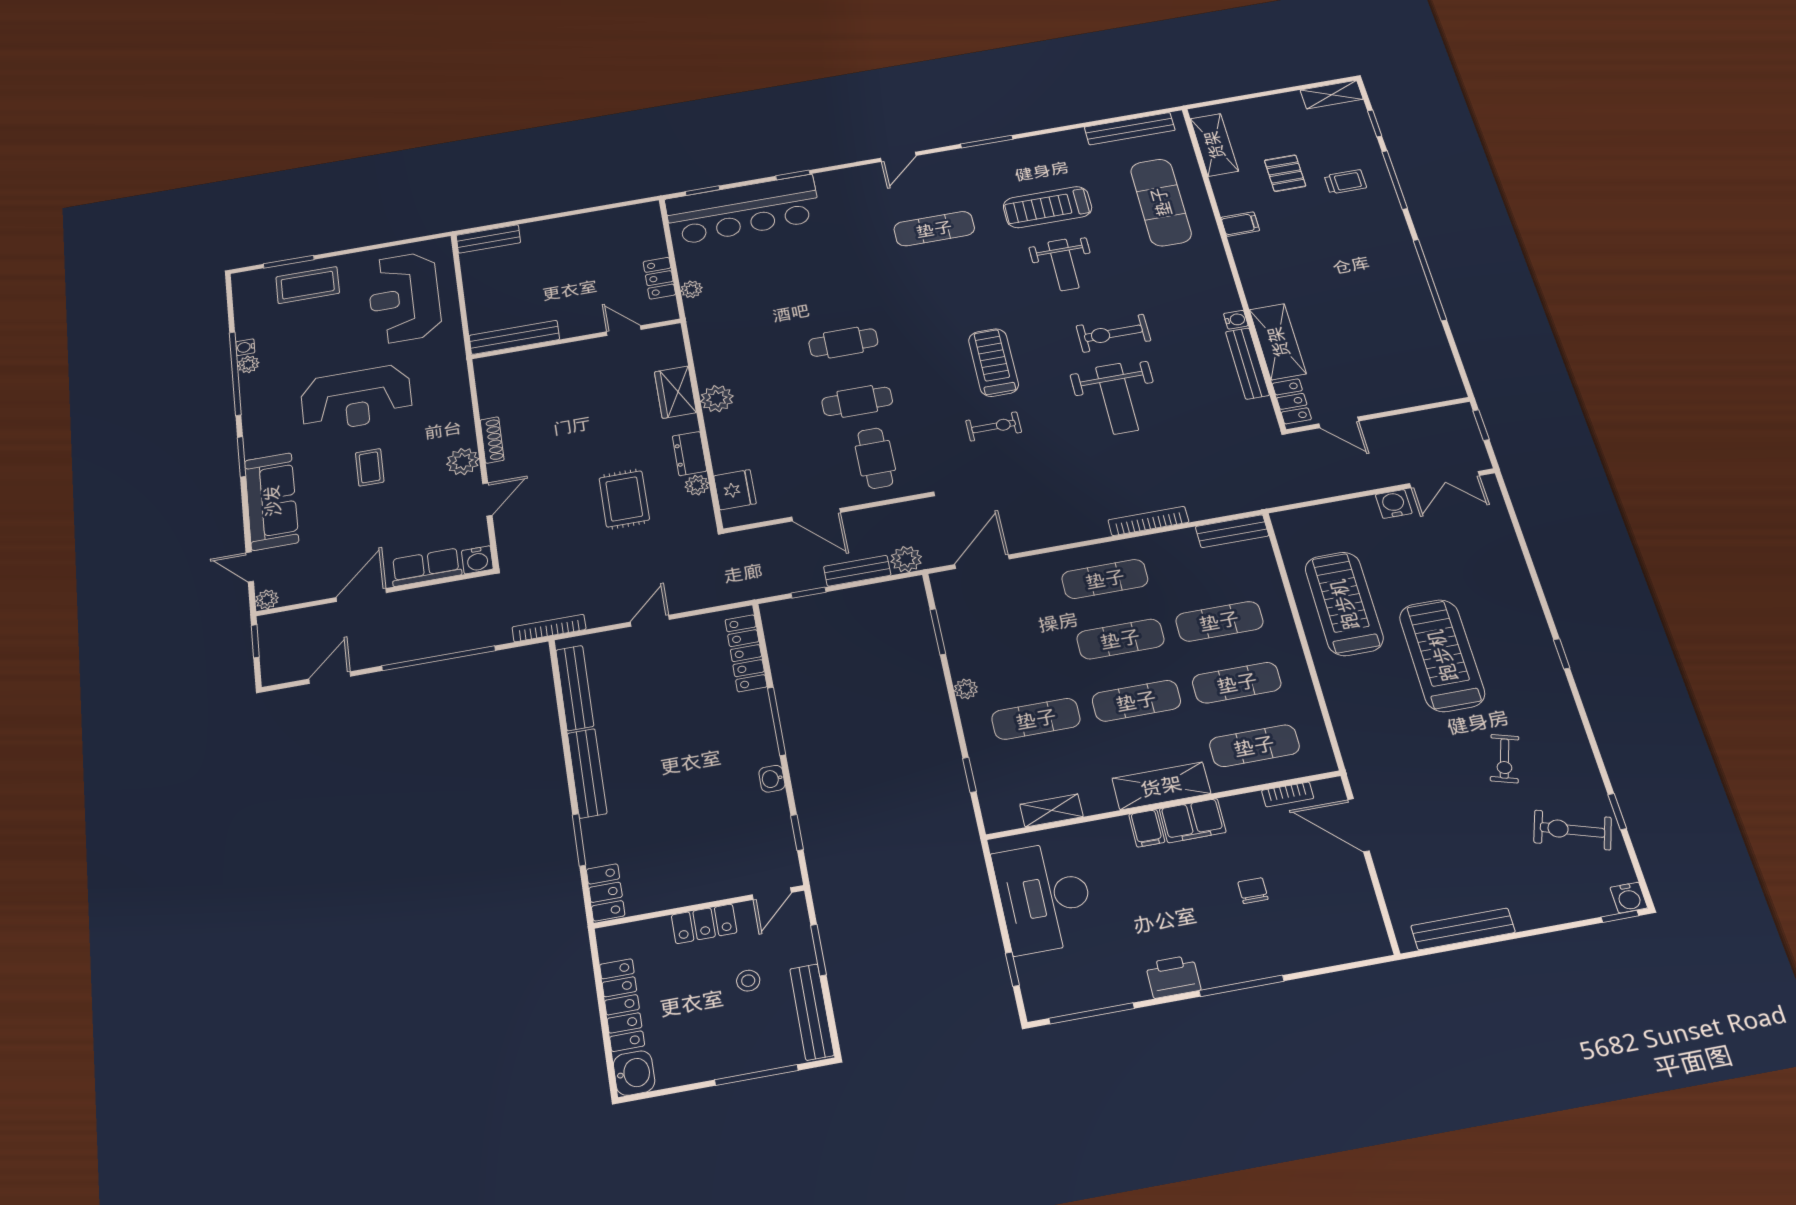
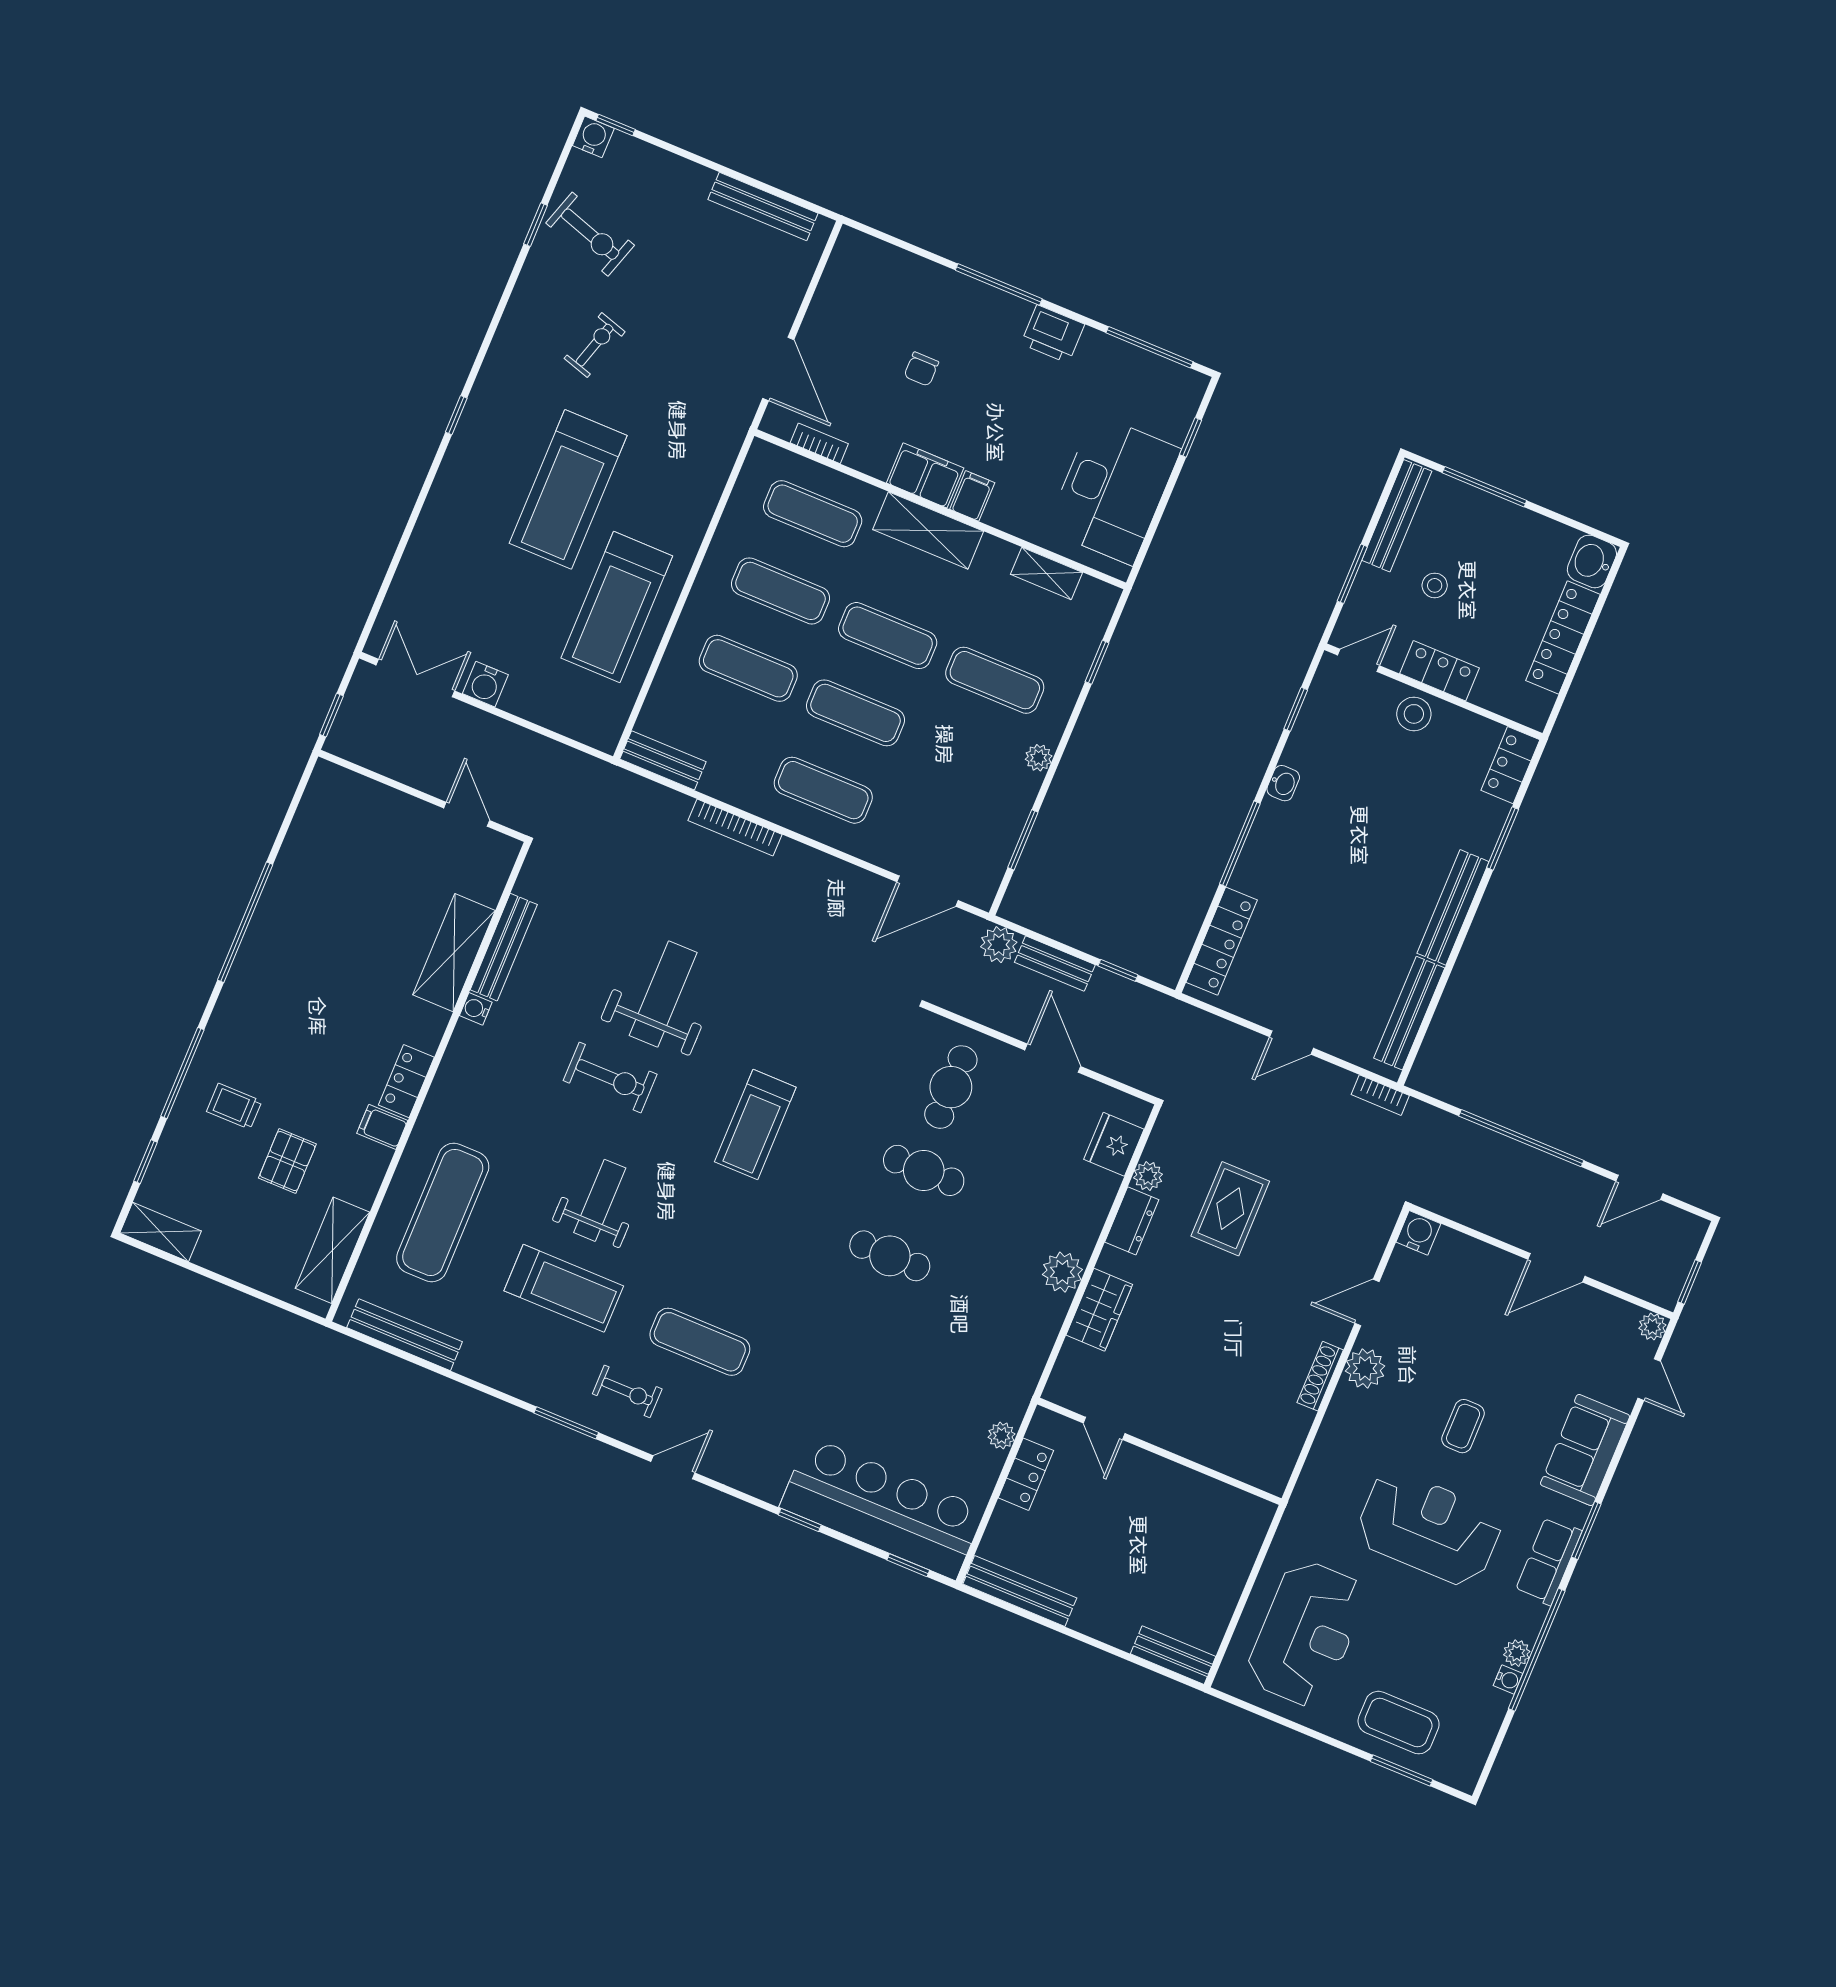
bench: (514, 337) -> (1020, 1591), moved
locker: (1292, 401) -> (406, 1081), moved
exercise bike: (994, 426) -> (627, 1391), moved, turned 180
sofa: (272, 501) -> (1585, 1450), width x0.73
row of seats: (426, 567) -> (1548, 1561), moved, turned 90
bookcase: (549, 628) -> (1380, 1095), width x0.64
stool: (704, 883) -> (1414, 714), added

